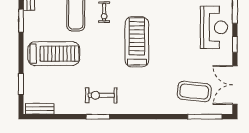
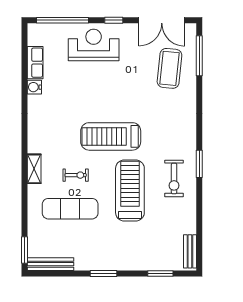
window: (21, 21) -> (104, 274), moved
treadmill: (54, 54) -> (130, 190), moved
window: (98, 117) -> (199, 164), moved

